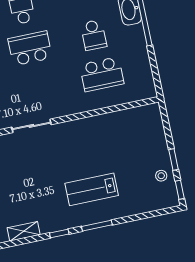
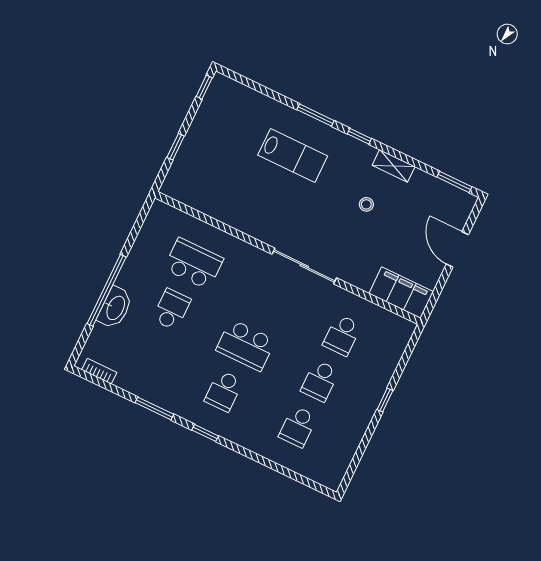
sliding door: (31, 126) -> (304, 266), width x1.37
window: (173, 159) -> (176, 147), moved
stool: (161, 176) -> (366, 204), moved

